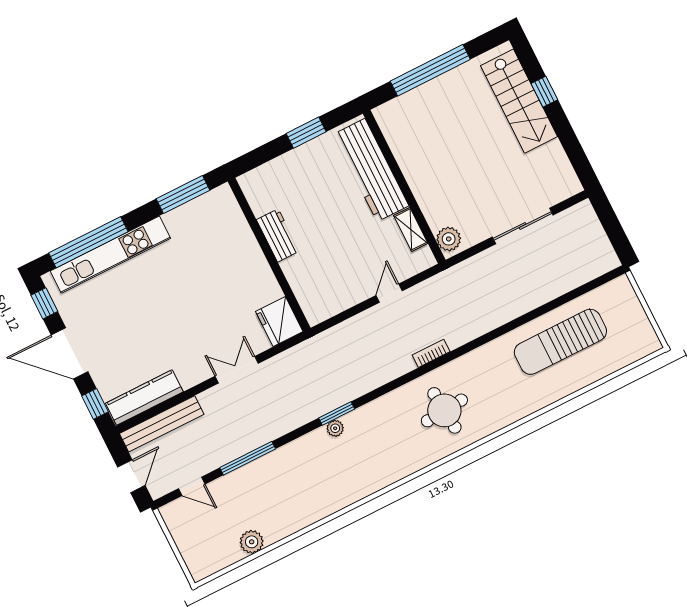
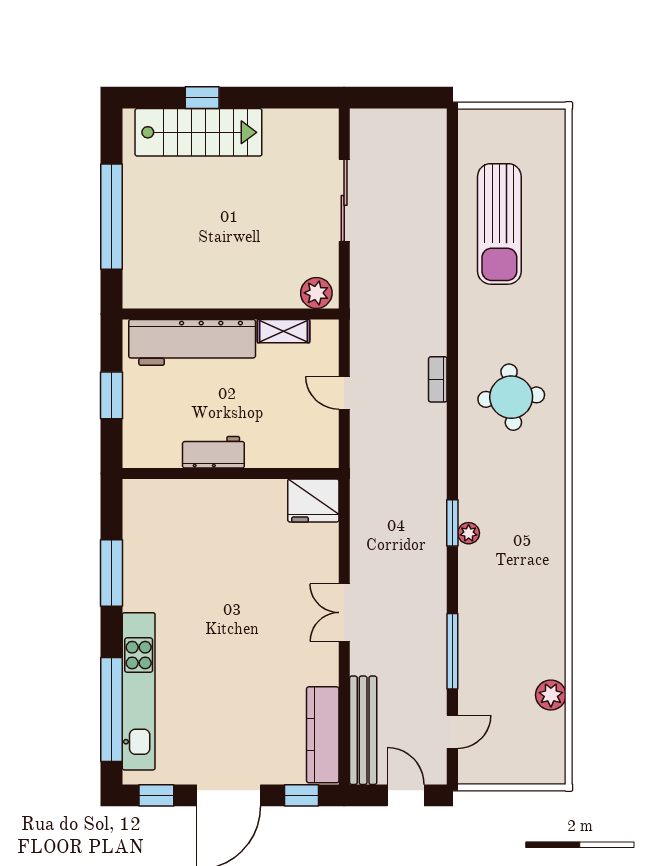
workbench: (278, 235) -> (213, 452), moved
wall: (269, 255) -> (231, 474), moved
fridge: (279, 321) -> (313, 501), moved

